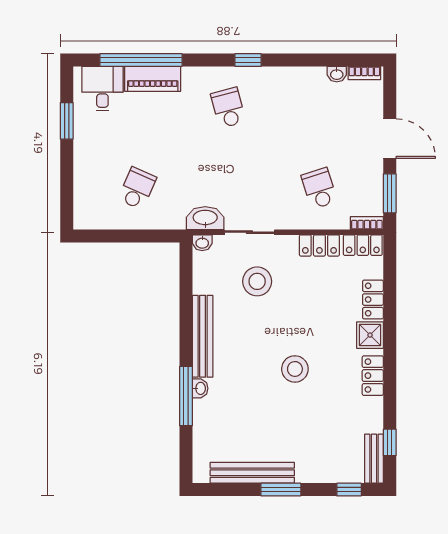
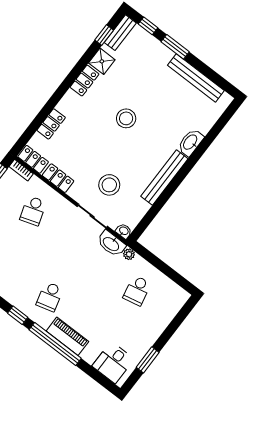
window: (141, 60) -> (55, 344), moved
piano: (153, 79) -> (67, 336), moved
school desk: (137, 188) -> (137, 290), turned -36
plant: (177, 222) -> (129, 254), added
shower: (370, 335) -> (102, 61), moved
washbasin: (200, 388) -> (190, 142), width x1.91, depth x1.45
window: (186, 396) -> (200, 151), removed
window: (281, 490) -> (175, 47), moved

